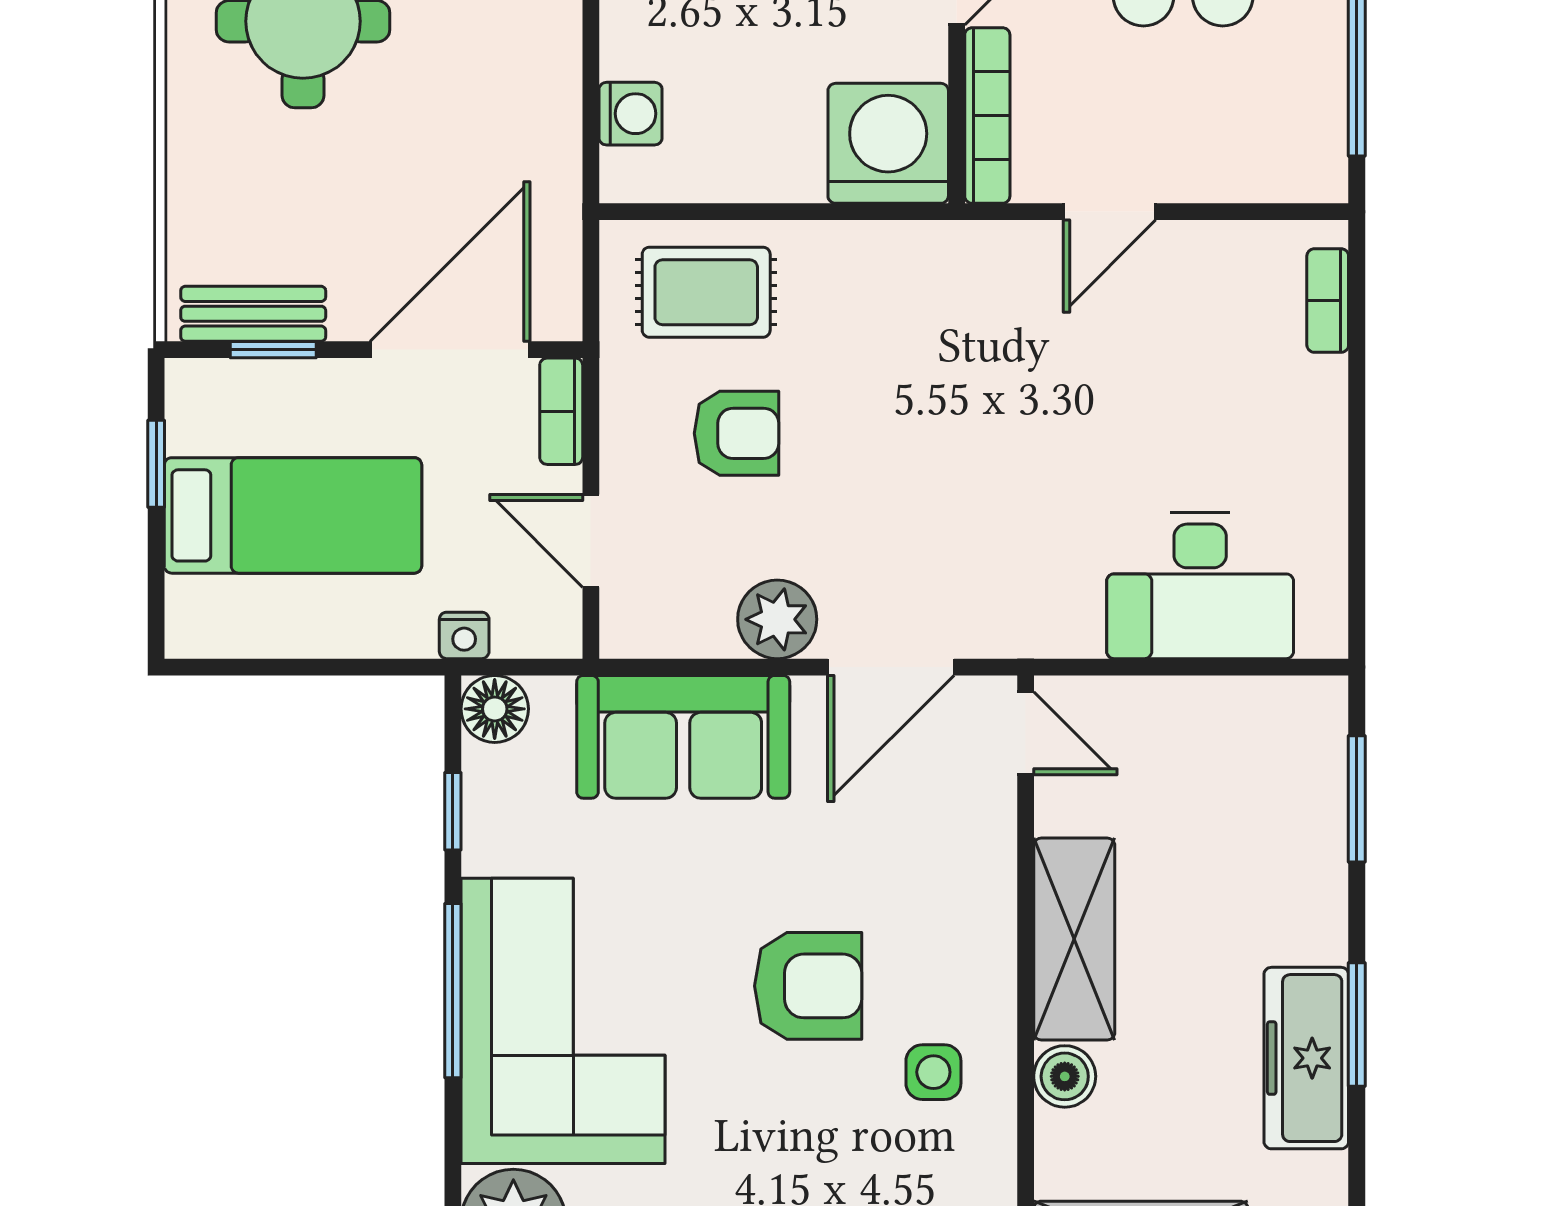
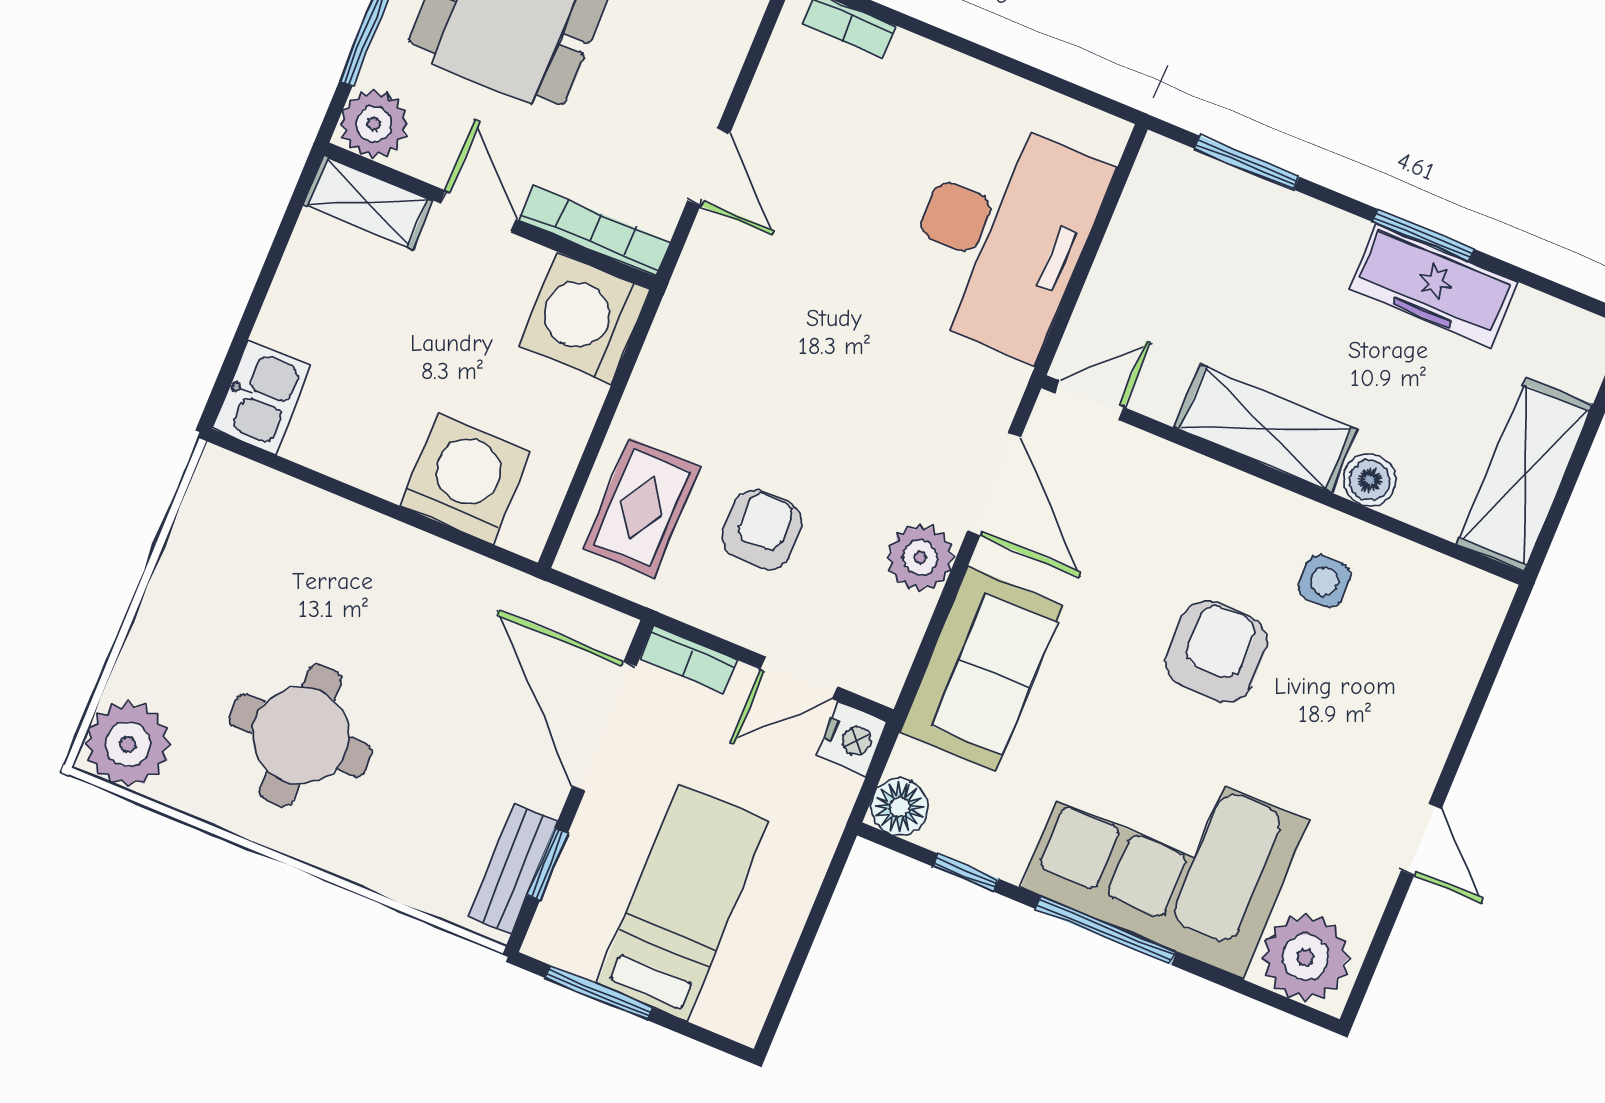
washing machine: (631, 114) -> (465, 478), width x1.89, depth x1.89
window: (156, 464) -> (599, 993), width x1.50
desk: (1200, 586) -> (1002, 236), width x1.36, depth x1.30
nightstand: (464, 635) -> (853, 739), moved, width x1.39, depth x1.35

